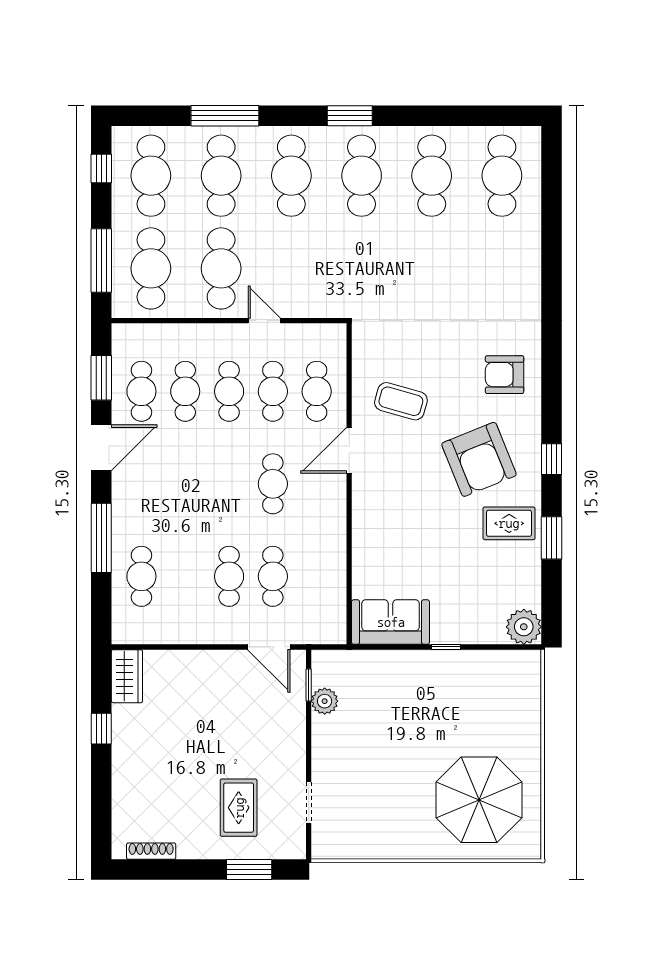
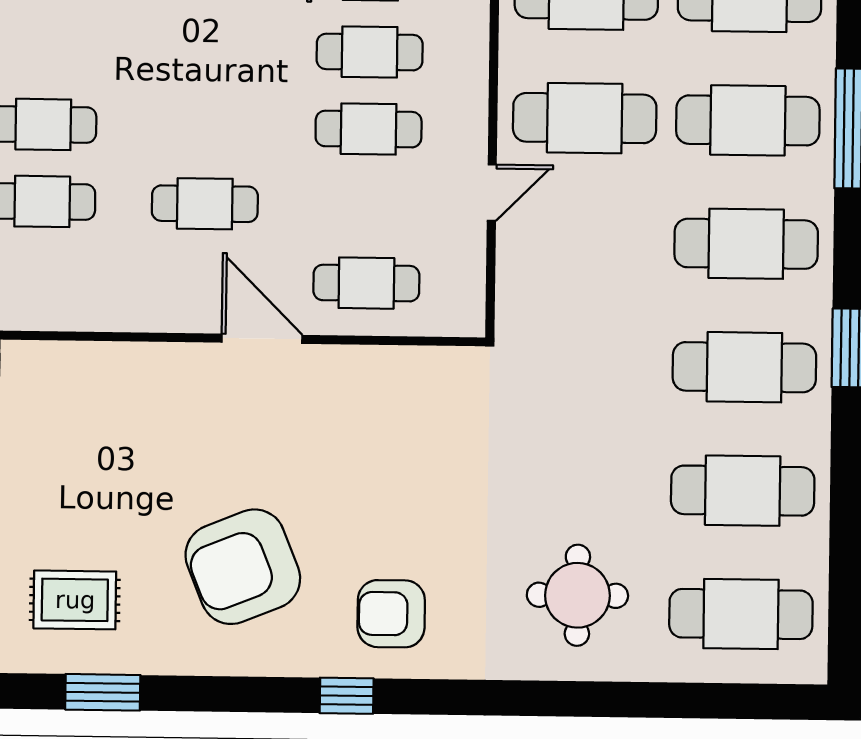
round table: (493, 269) -> (577, 595), added
armchair: (505, 375) -> (391, 614), turned -90
cafe table: (273, 391) -> (367, 206), removed
coffee table: (401, 401) -> (347, 431), removed
window: (552, 459) -> (347, 696), moved
rug: (509, 523) -> (75, 600), moved, turned 90

